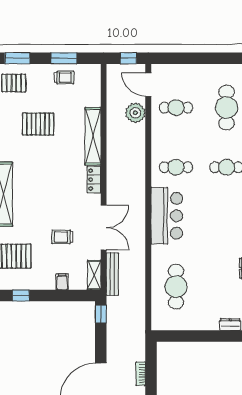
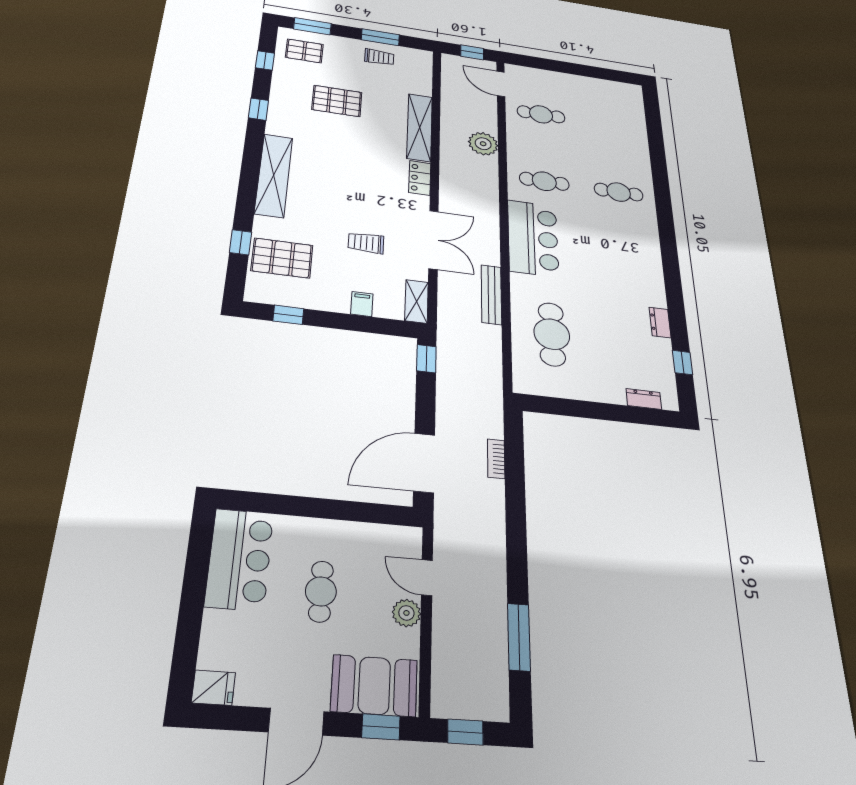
cafe table: (227, 108) -> (612, 125), removed
plant: (135, 113) -> (483, 144), moved
bench: (112, 274) -> (491, 294), moved

